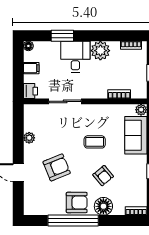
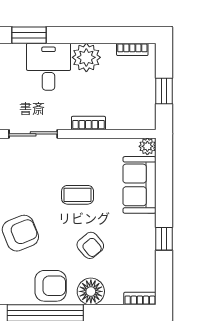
bookcase: (119, 94) -> (88, 123), moved

